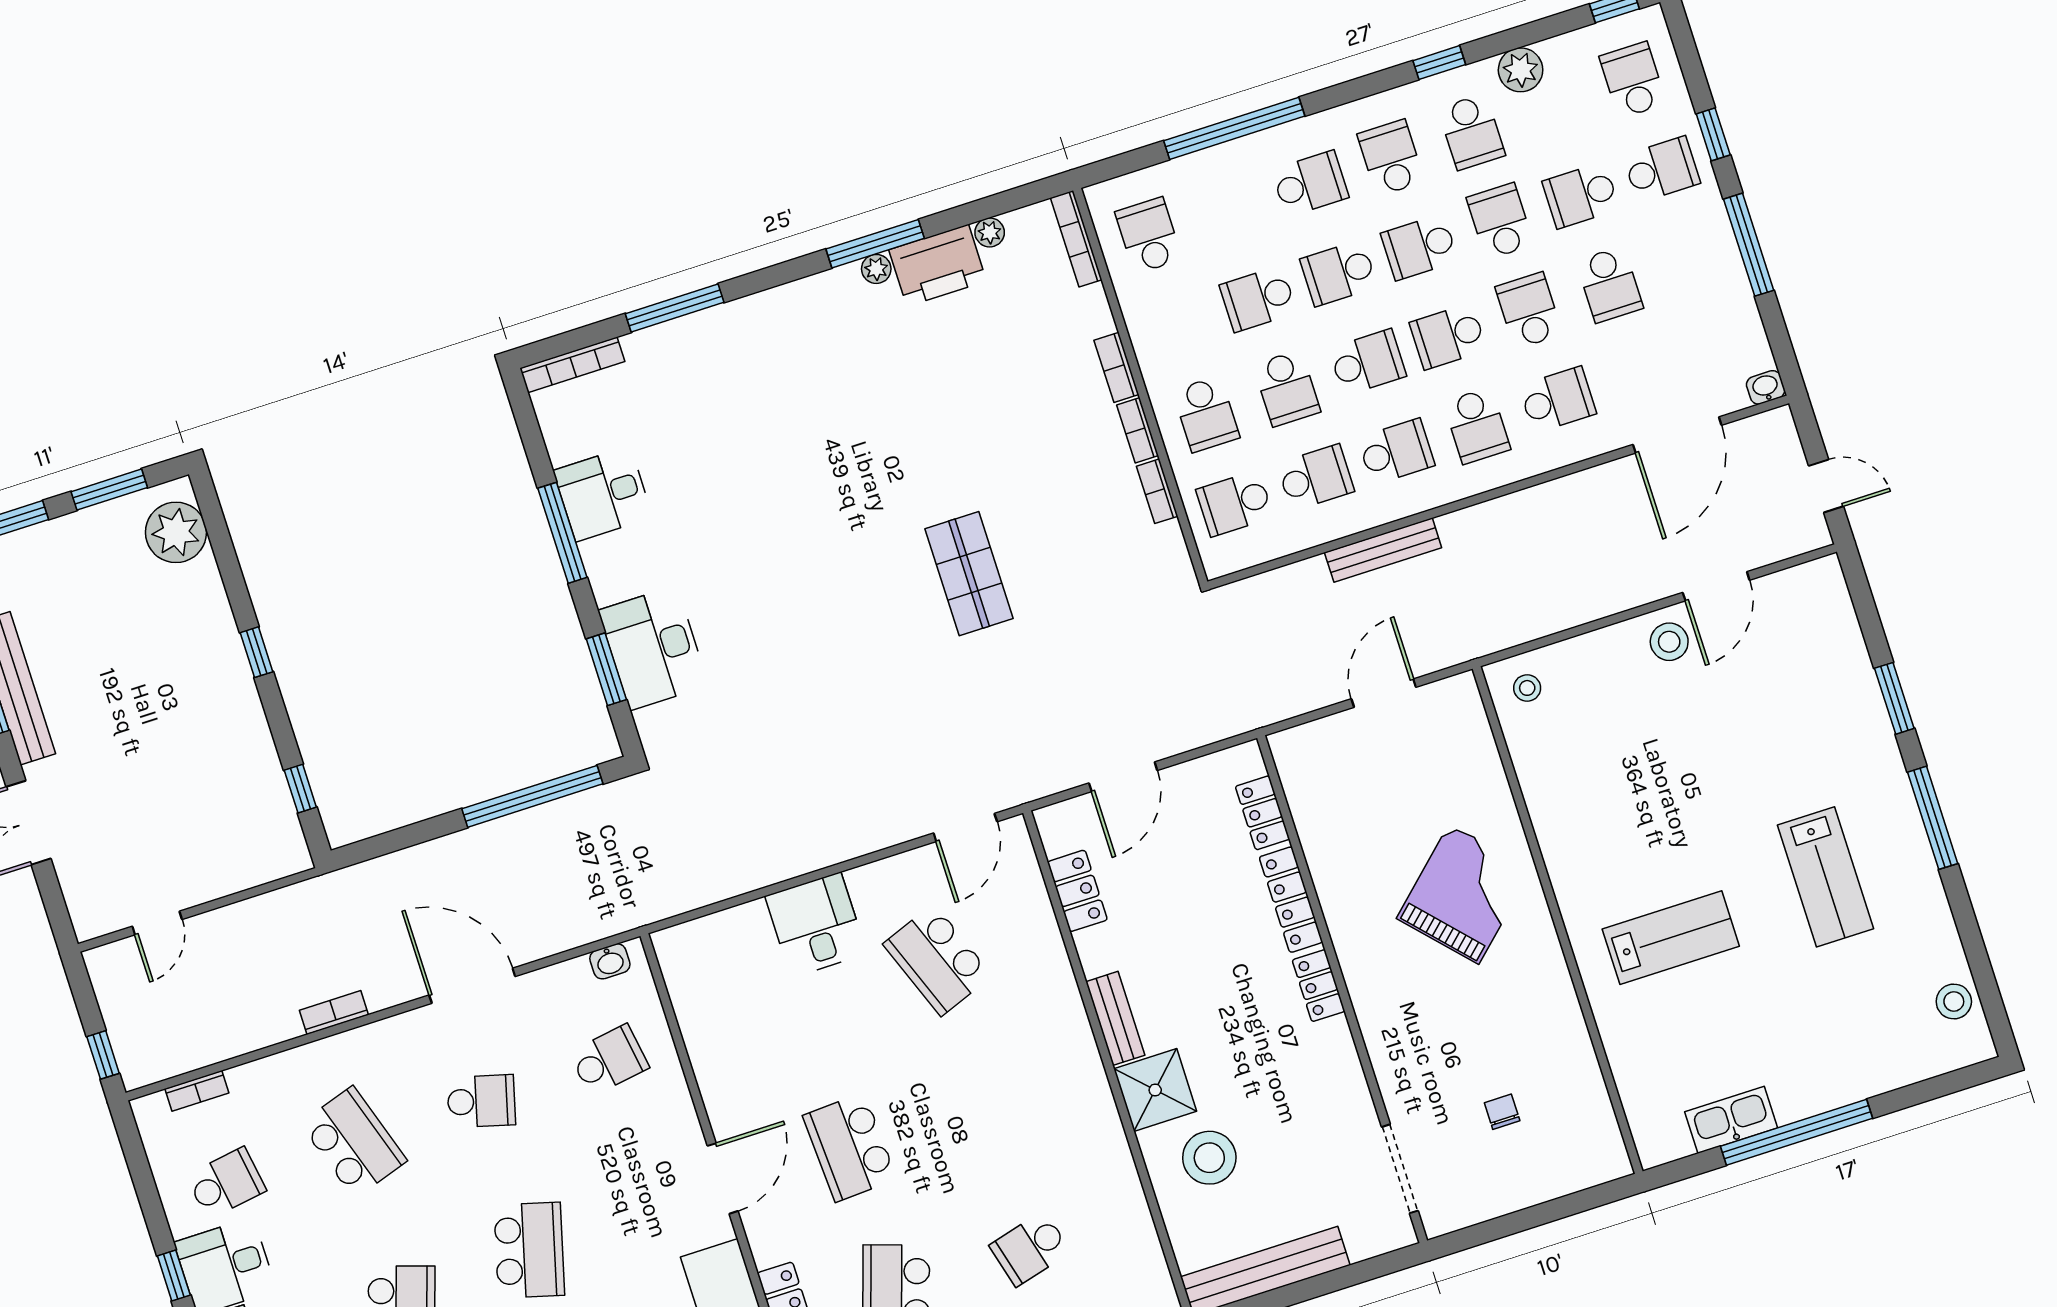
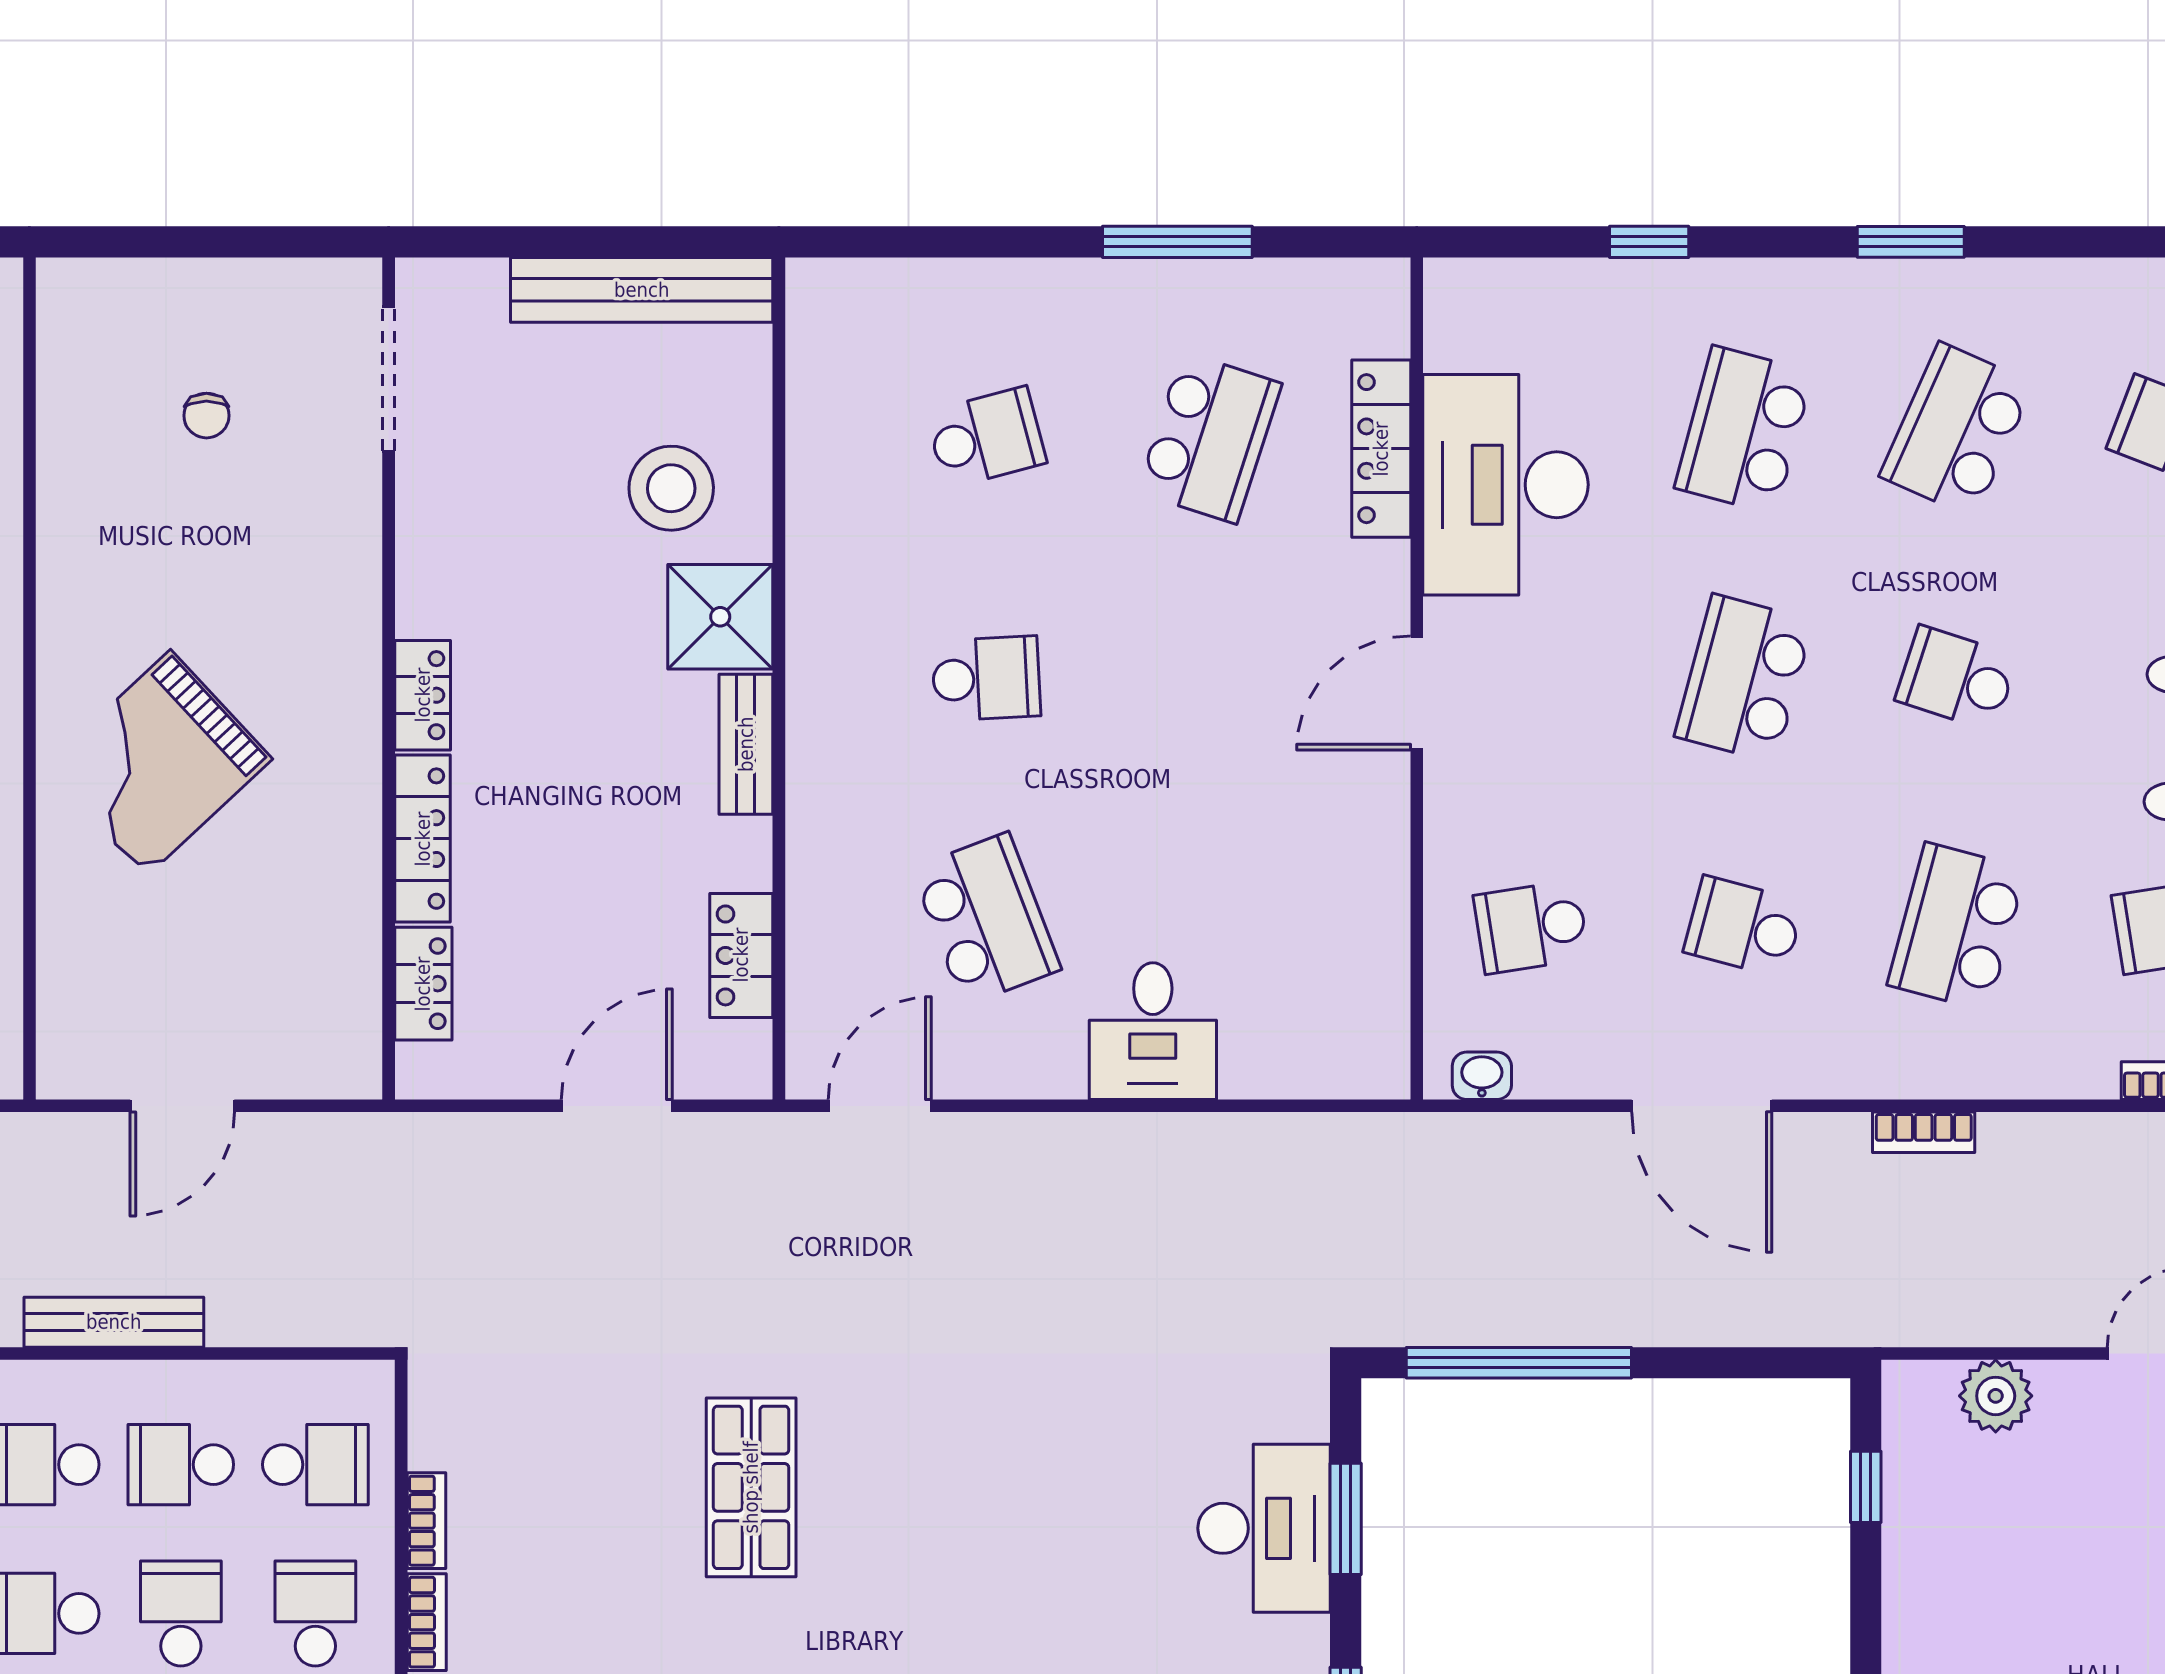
plant: (240, 868) -> (1996, 1396), added
school desk: (354, 1142) -> (1957, 927), turned 33
school desk: (850, 1147) -> (986, 678), moved, width x0.54

